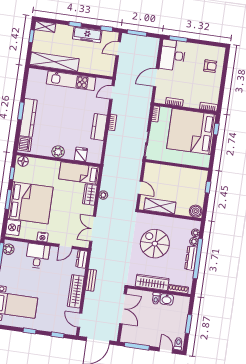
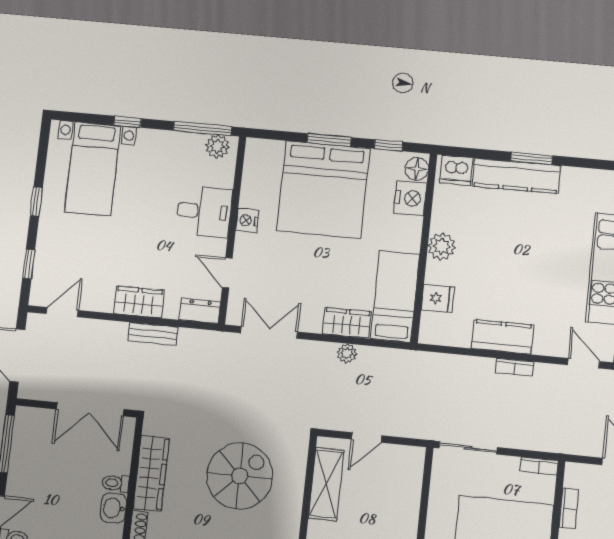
nightstand: (13, 227) -> (410, 198), moved, turned 90
wardrobe: (76, 291) -> (139, 302), width x0.67

